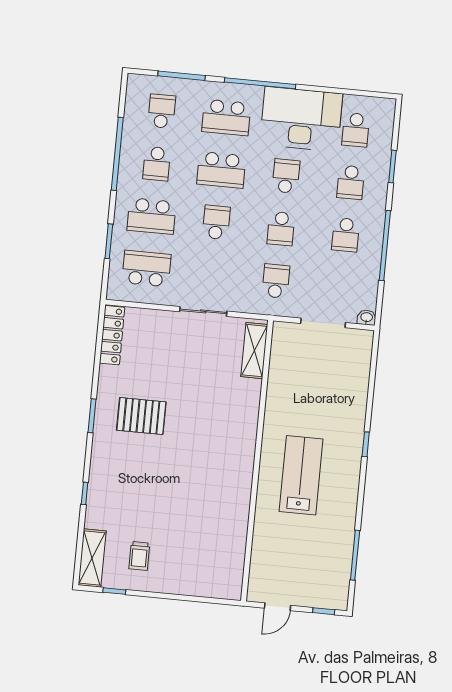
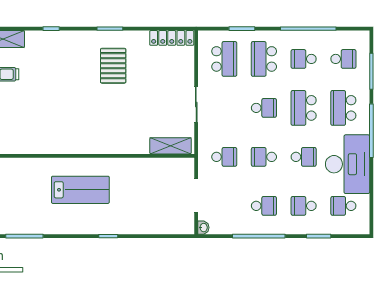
school desk: (346, 235) -> (264, 206), turned 180

